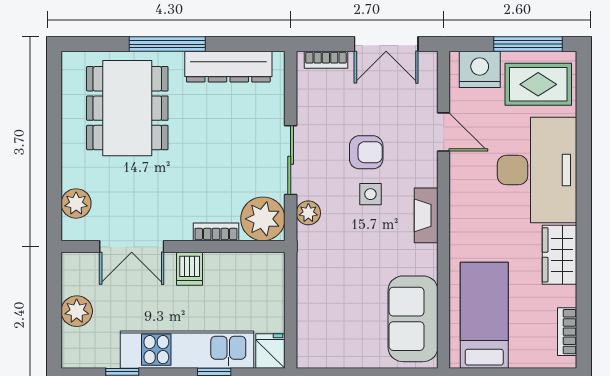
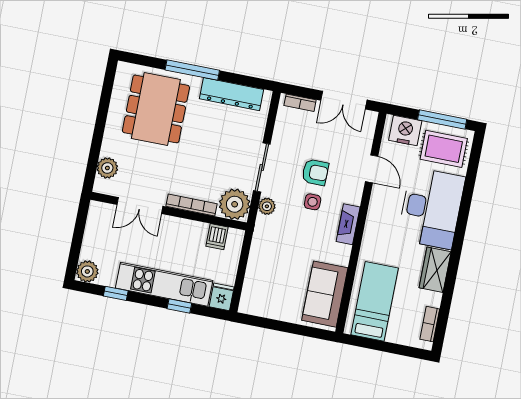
bookcase: (216, 232) -> (192, 205), width x1.56
dishwasher: (190, 269) -> (217, 237), moved
plant: (77, 311) -> (87, 271), moved

